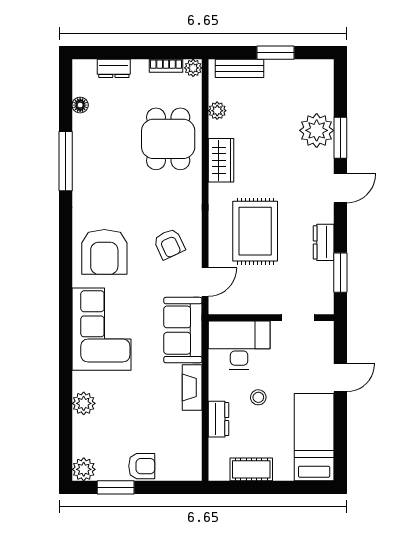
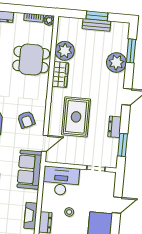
bench: (240, 68) -> (96, 25), moved
plant: (217, 111) -> (65, 51), width x1.87, depth x1.87
window: (340, 138) -> (131, 51), moved
dining table: (168, 139) -> (31, 60), turned 90
fireplace: (192, 387) -> (31, 216), moved

